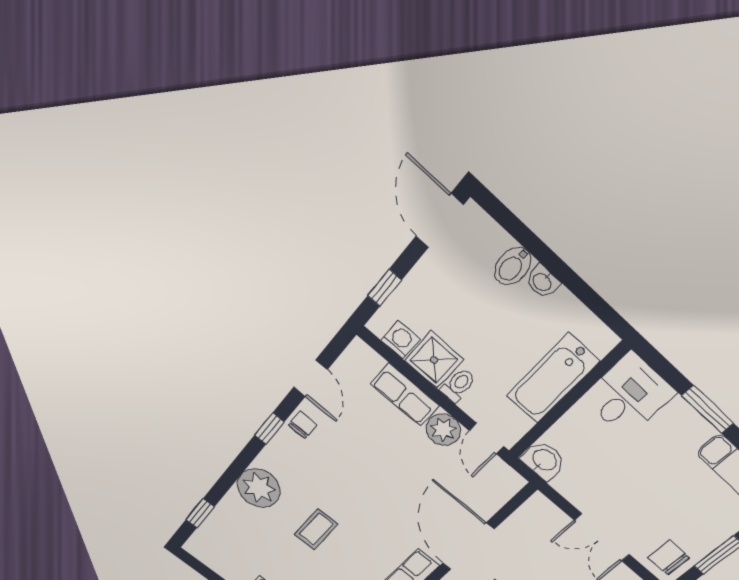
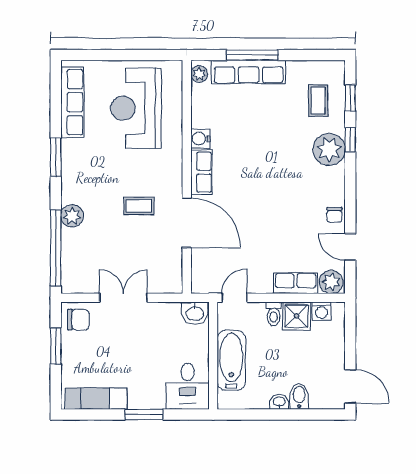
window: (384, 288) -> (350, 331), removed
window: (269, 428) -> (350, 140), moved
plant: (443, 430) -> (331, 282), moved
door: (486, 438) -> (234, 298), hinge flipped
coffee table: (316, 529) -> (318, 101), moved

